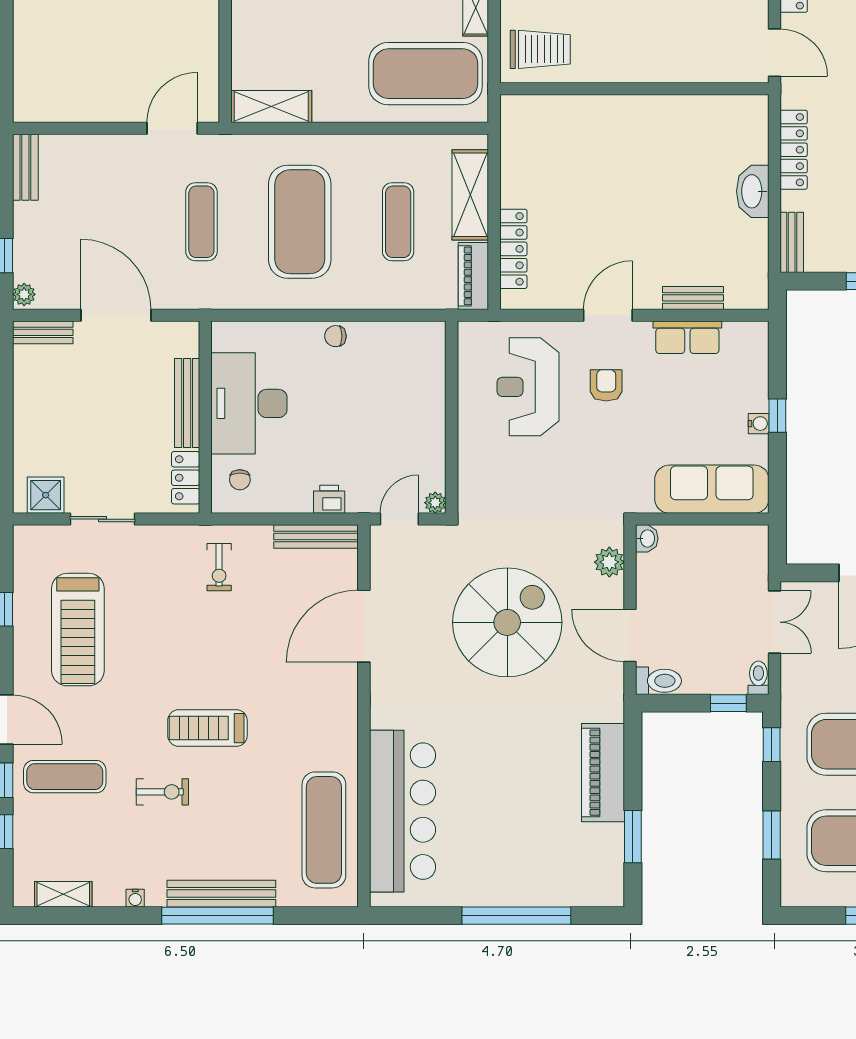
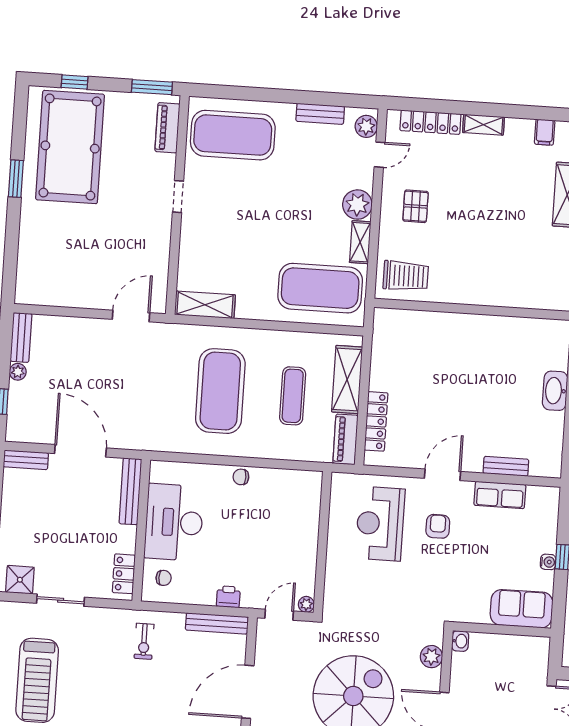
exercise mat: (201, 222) -> (148, 386), removed
plant: (24, 294) -> (18, 372), moved
bench: (187, 403) -> (130, 491), moved
chair: (240, 480) -> (164, 578), turned -90
sofa: (712, 489) -> (522, 609), width x0.73

